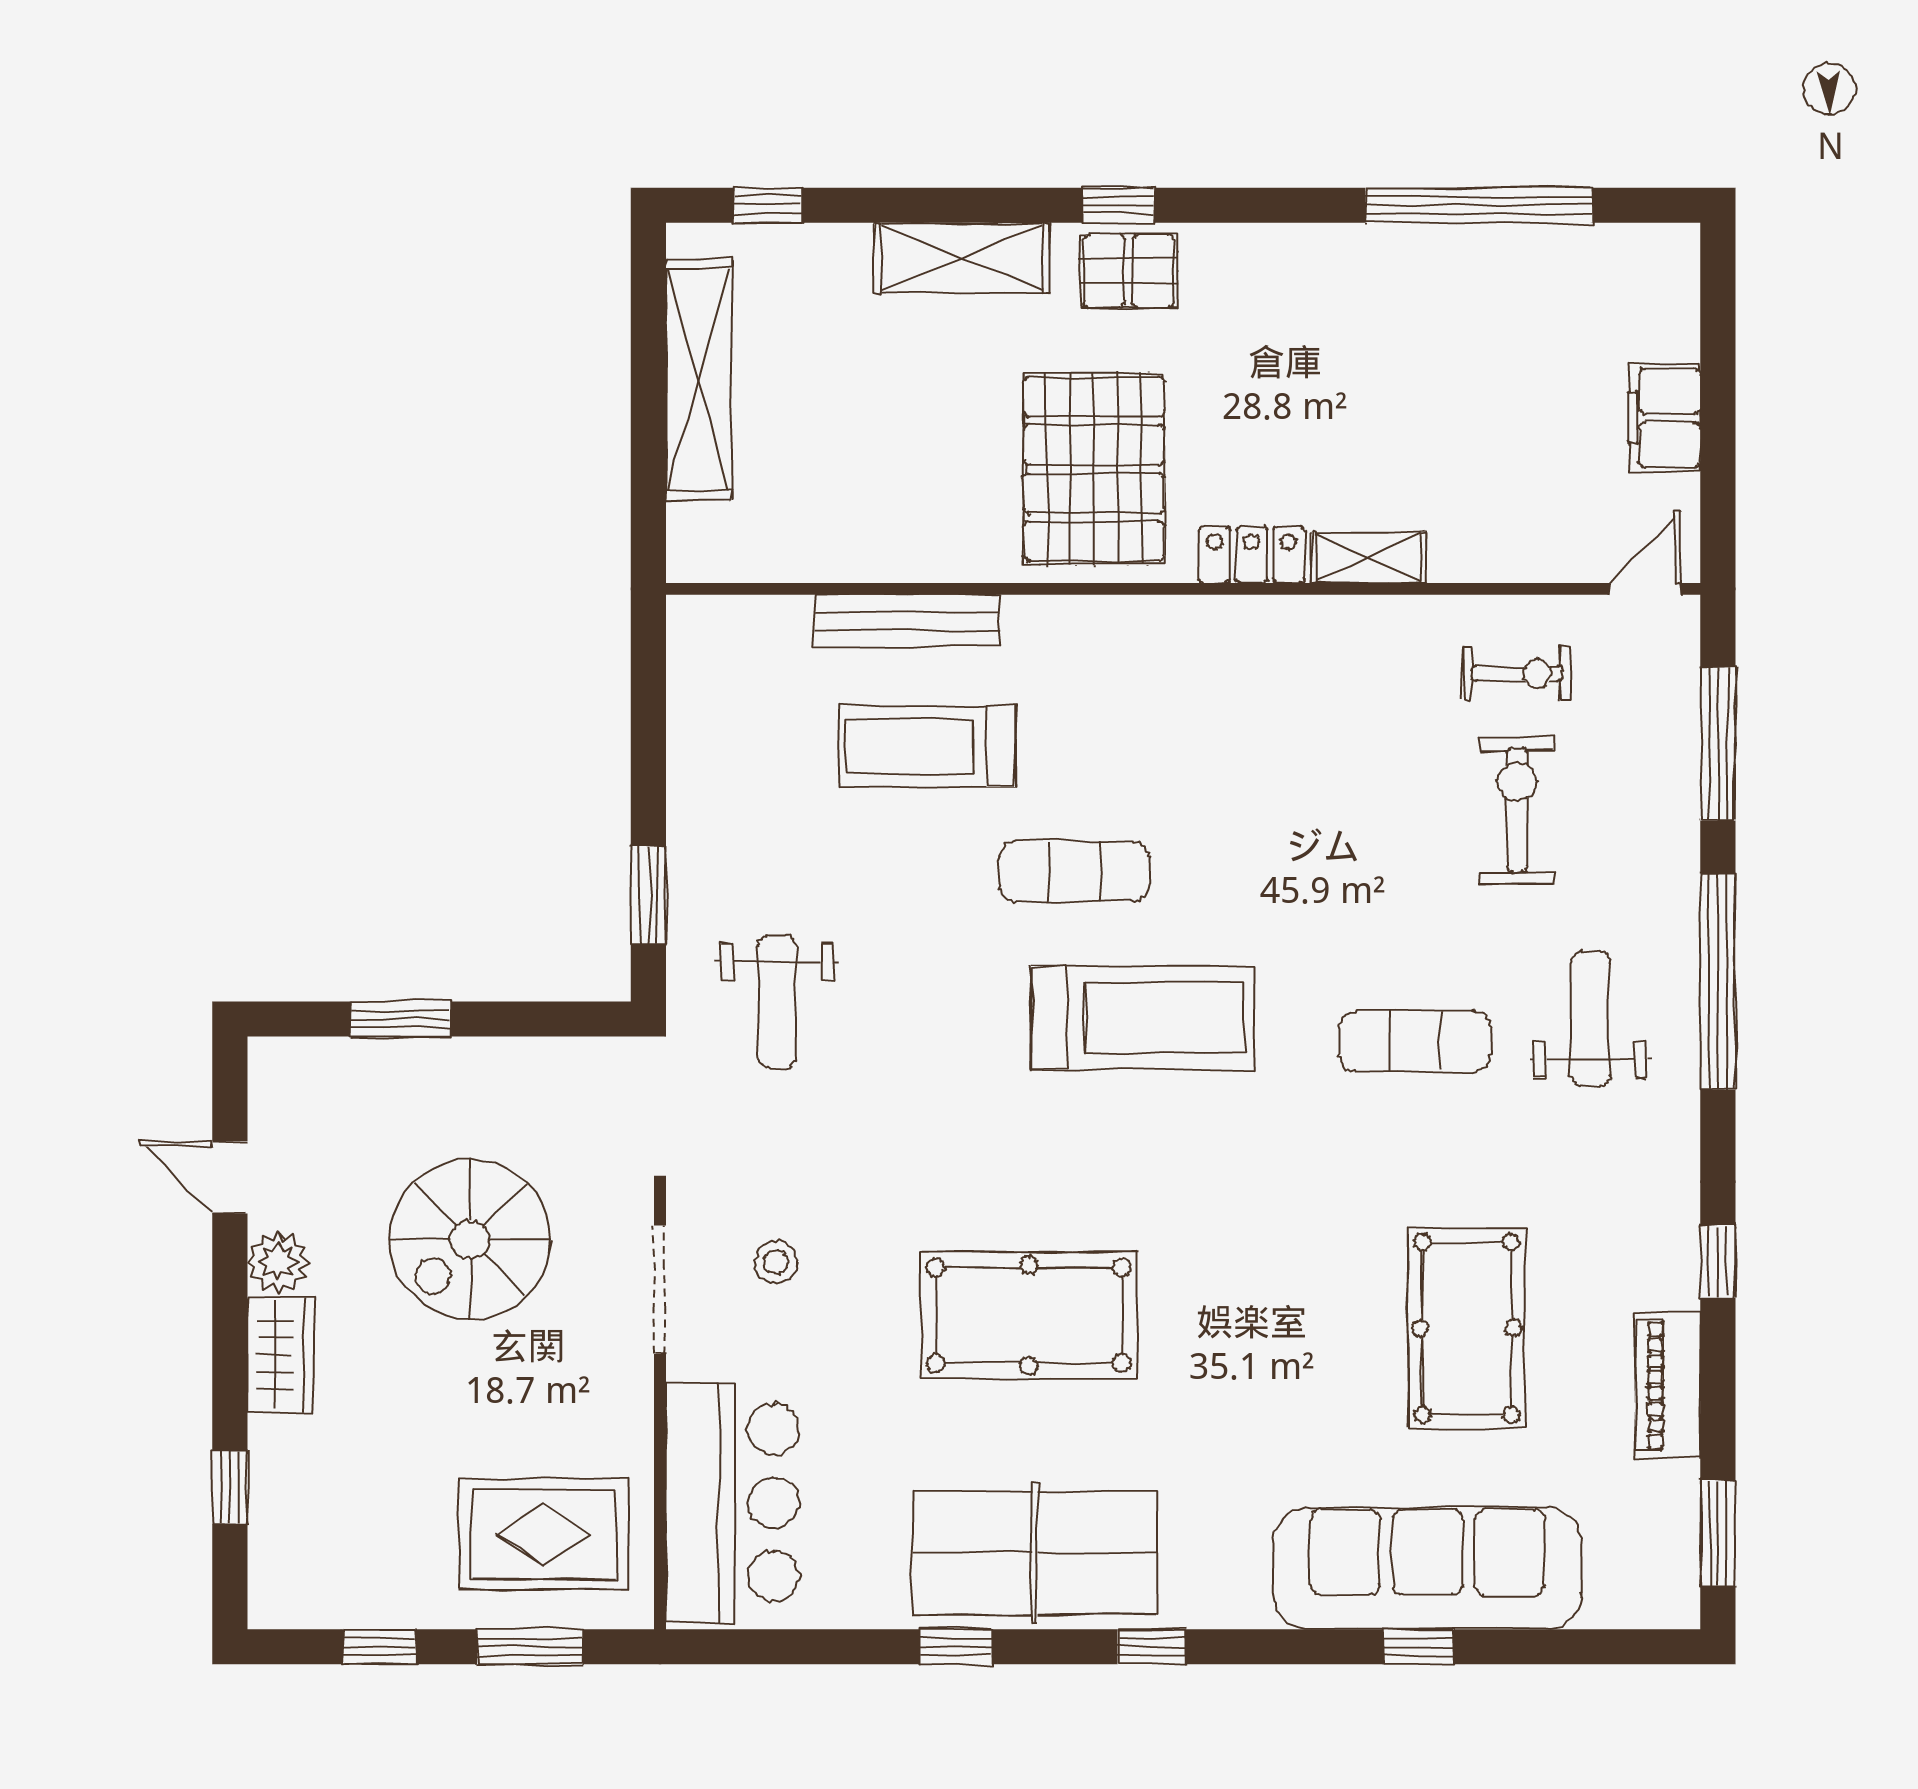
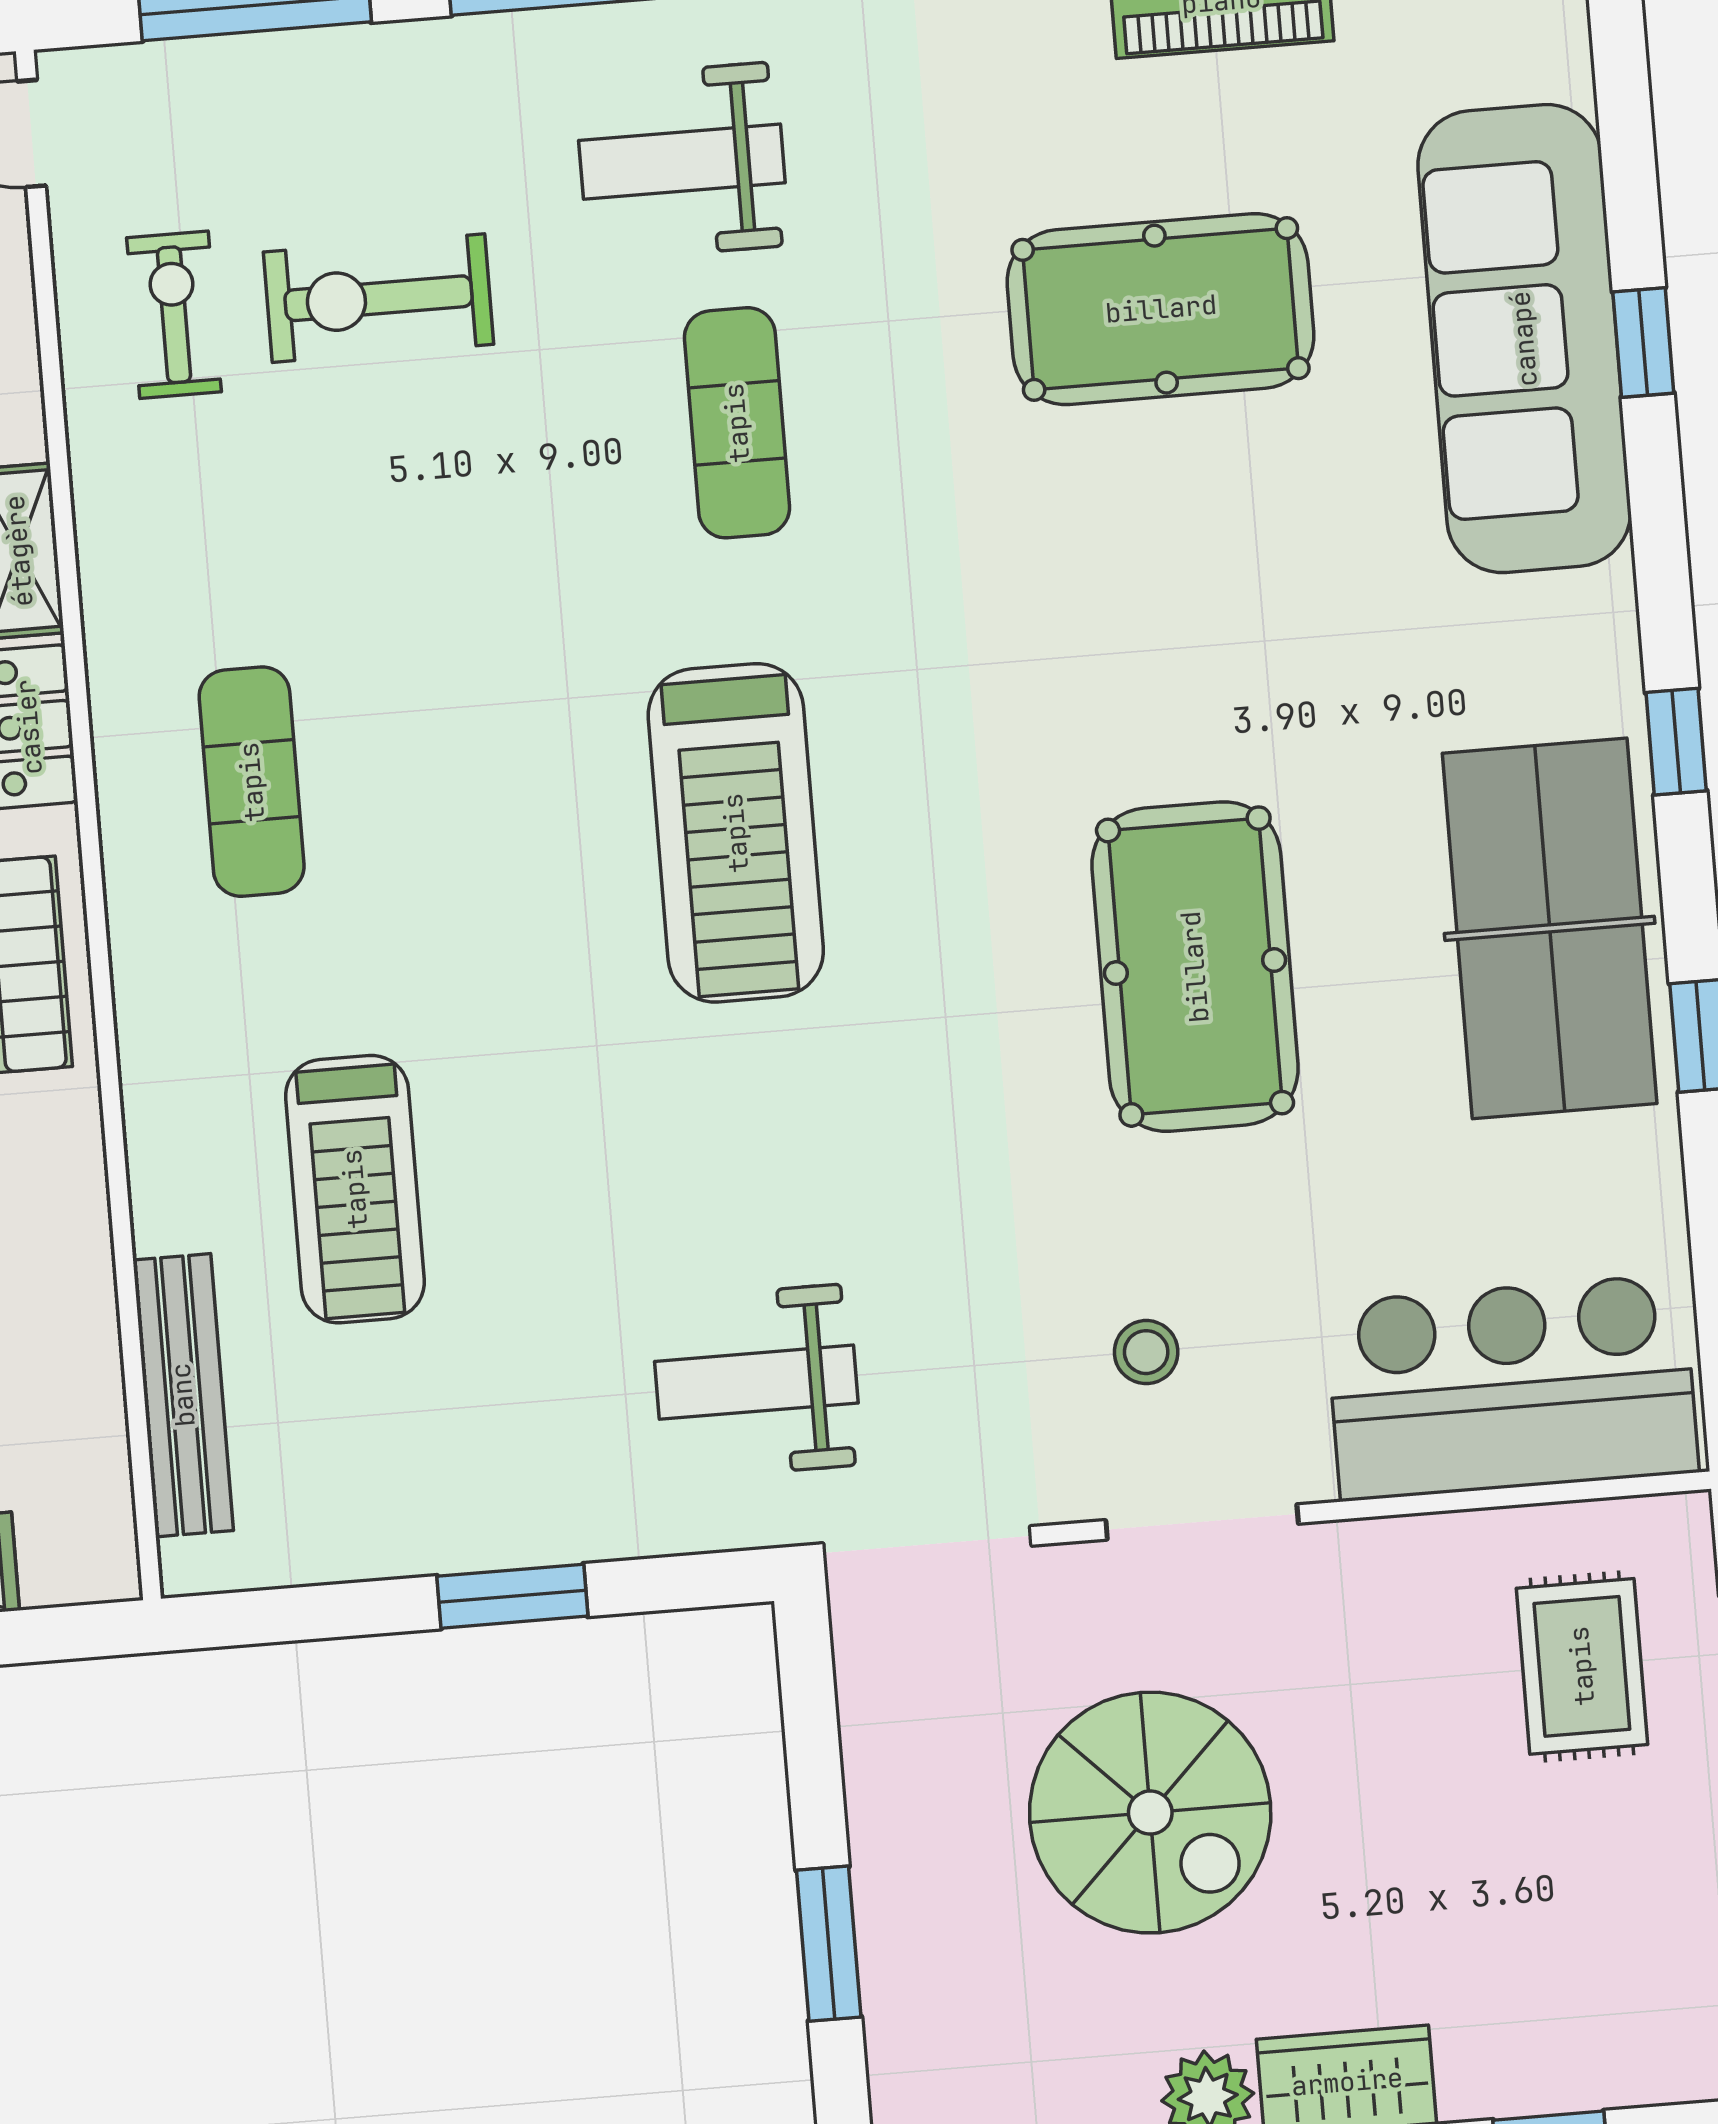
bench: (907, 621) -> (183, 1395), moved
exercise mat: (1074, 871) -> (252, 782), moved
window: (648, 895) -> (512, 1596), moved
weight bench: (777, 1002) -> (756, 1382), turned 180
treadmill: (1143, 1018) -> (736, 833), turned 180
rug: (543, 1534) -> (1582, 1666), width x0.73, depth x0.70

